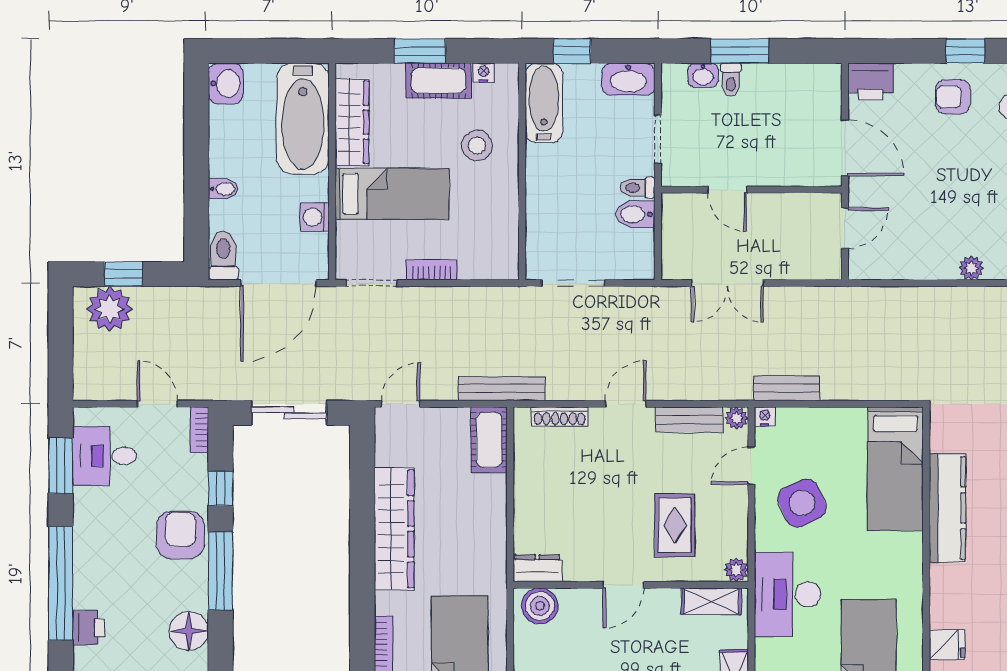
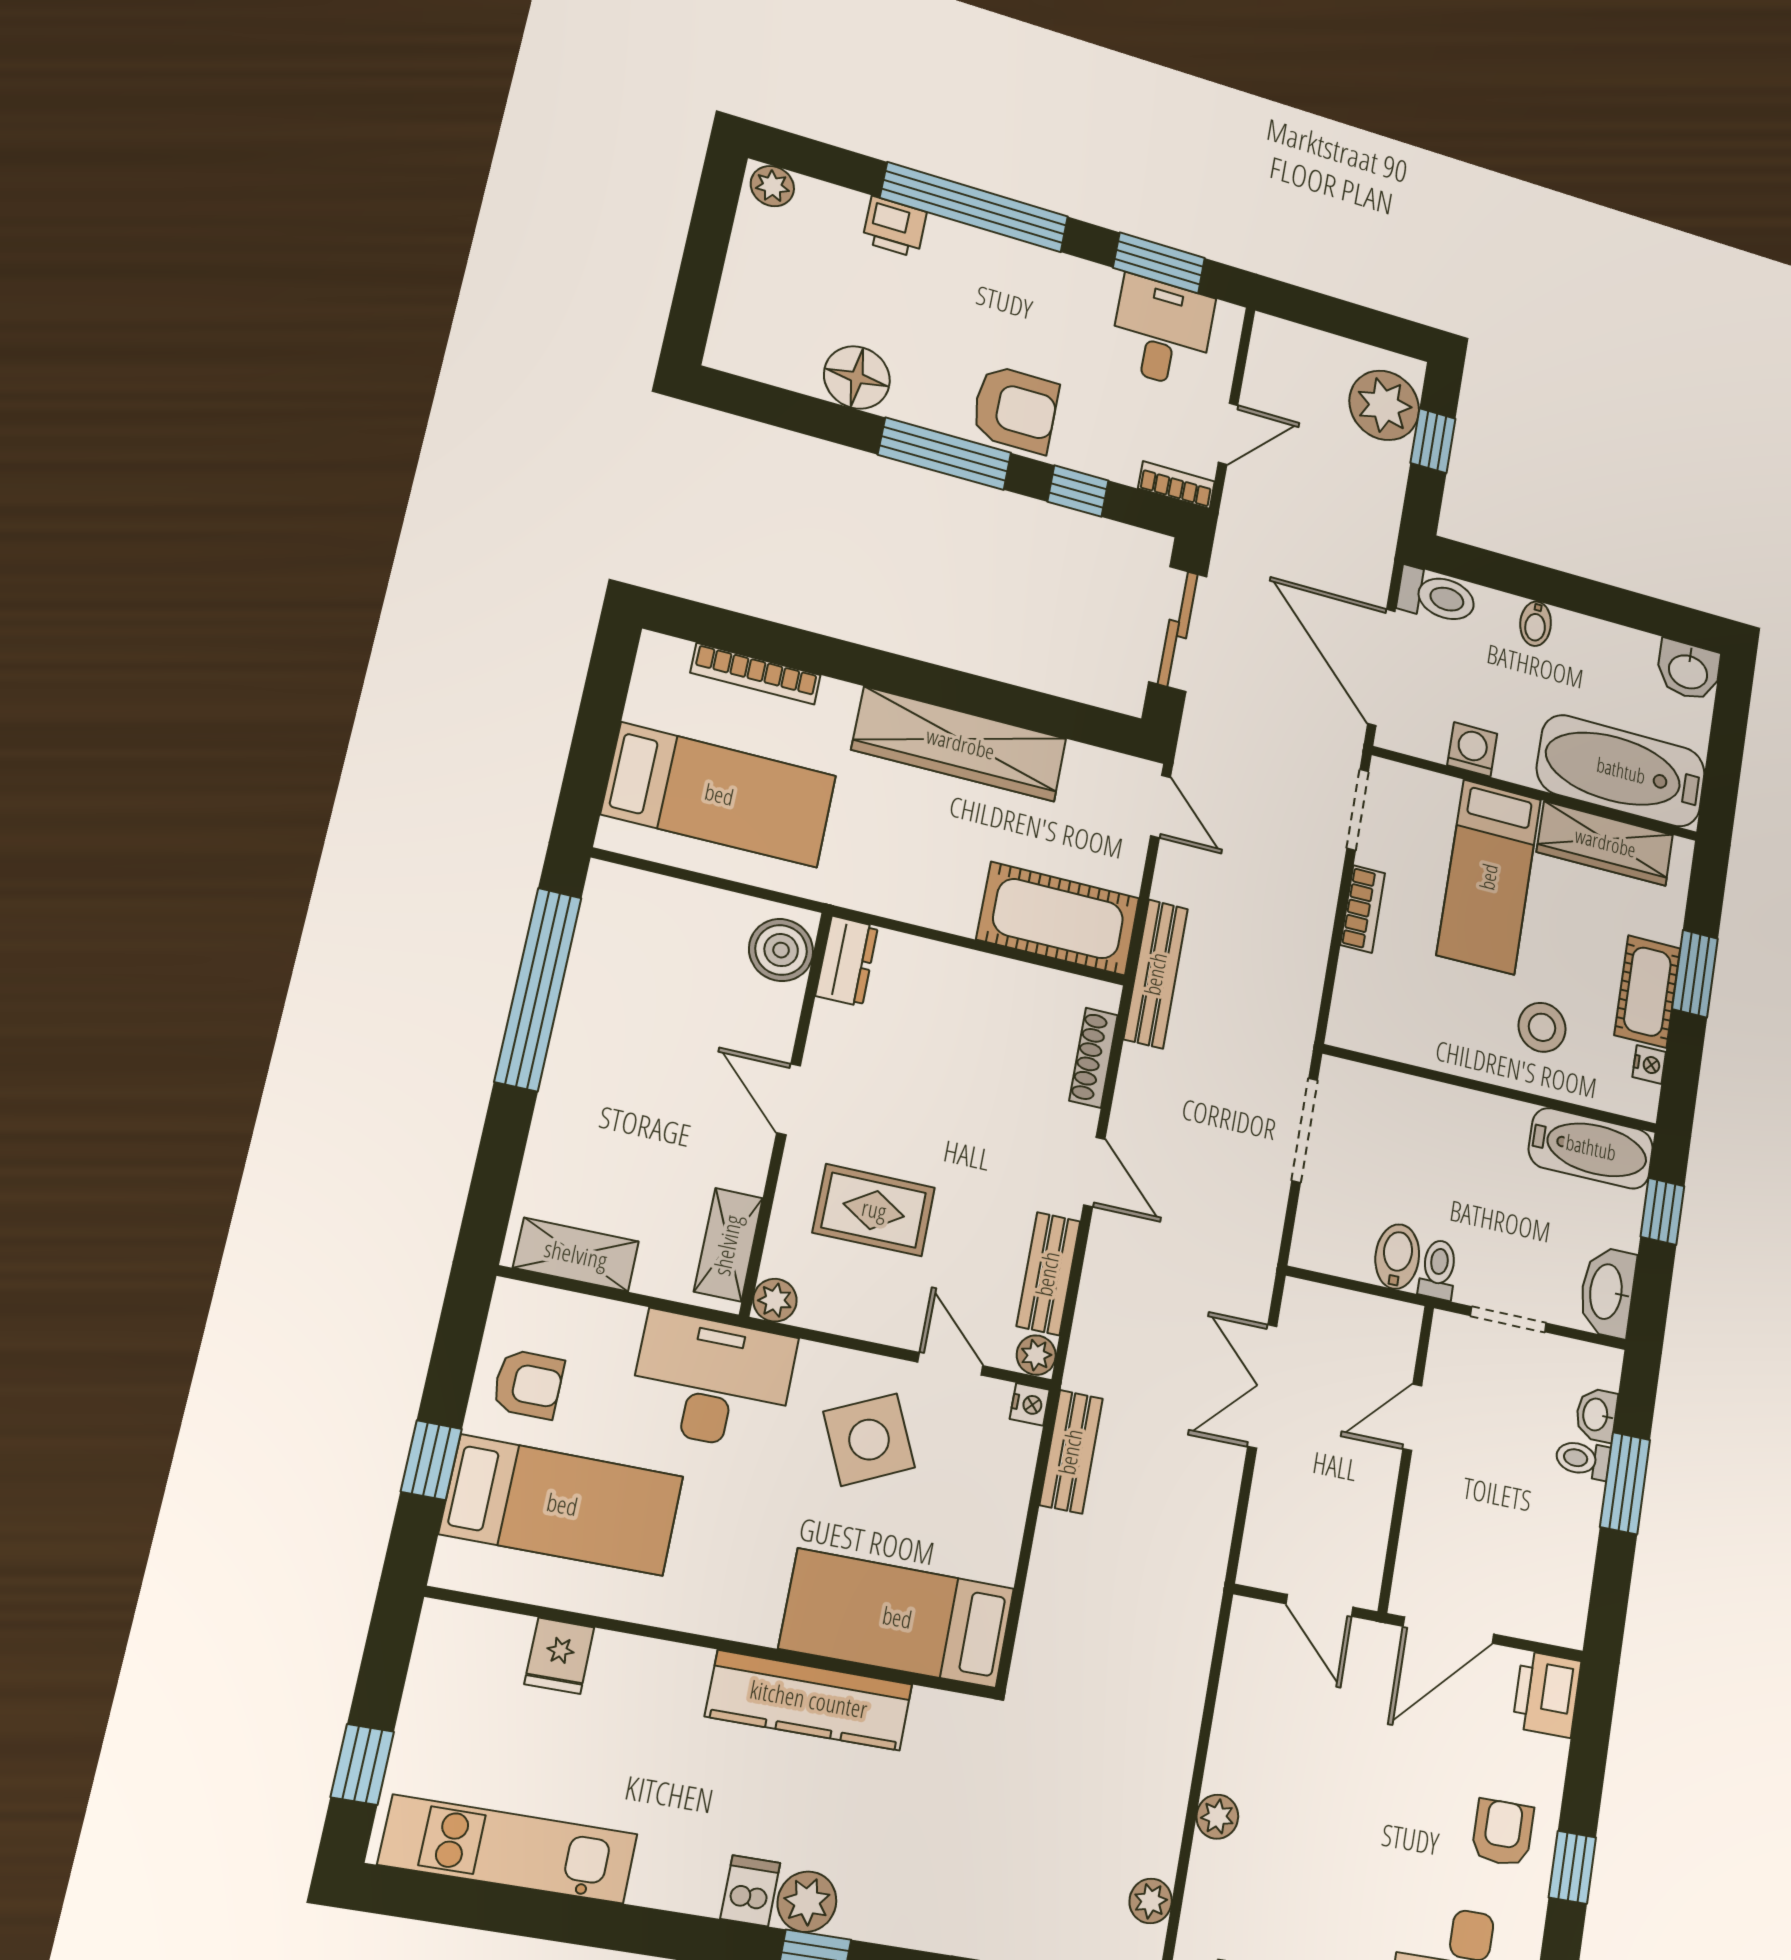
cot: (489, 440) -> (1058, 919), width x1.37, depth x1.34

